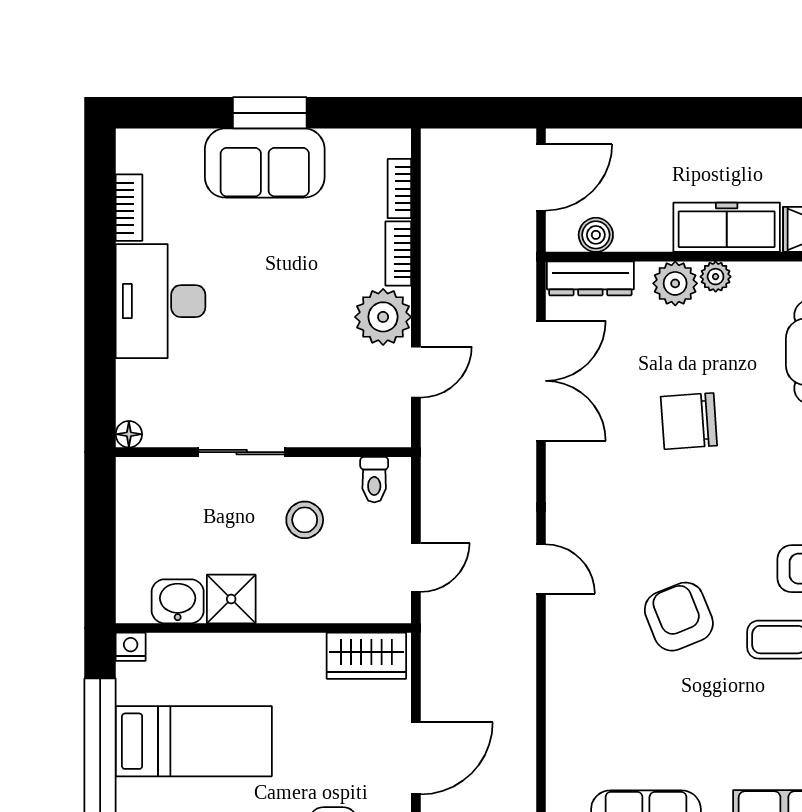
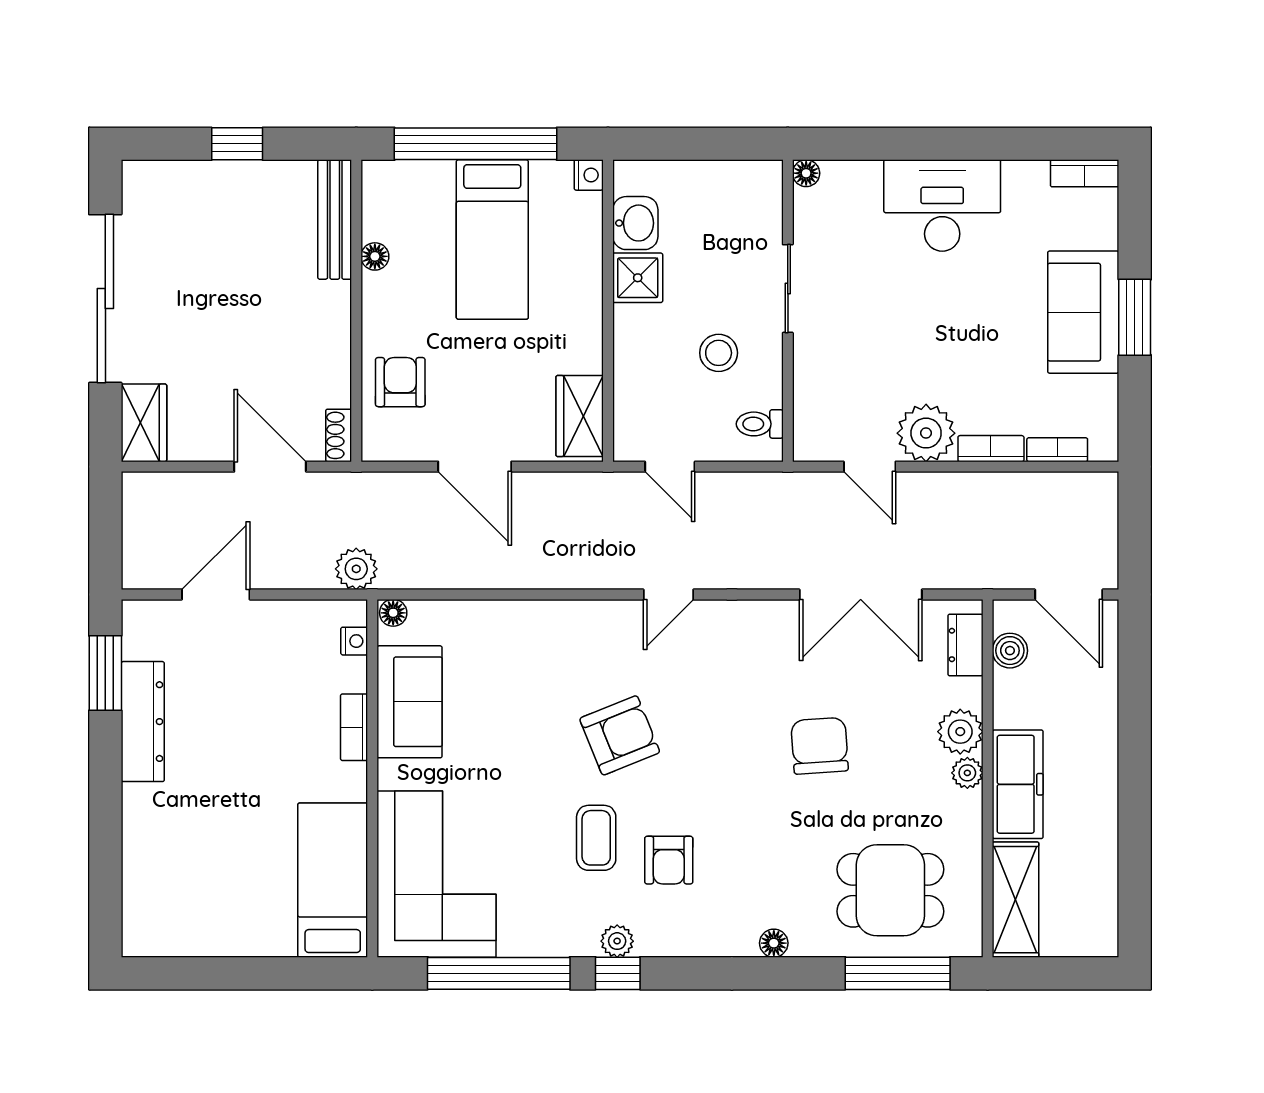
bookcase: (129, 208) -> (1085, 173), moved
dresser: (590, 278) -> (965, 645), width x0.70

